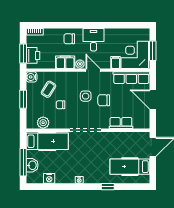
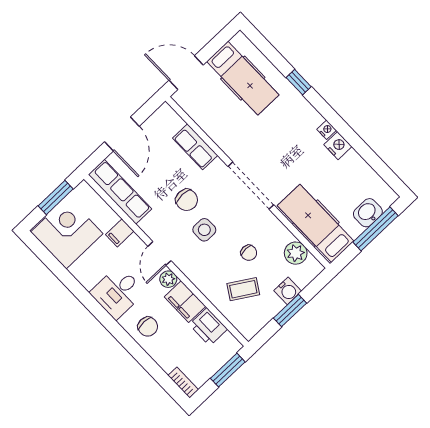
printer: (33, 55) -> (208, 327), moved, turned -90
corner desk: (135, 55) -> (67, 233), moved, turned 180
water cooler: (32, 77) -> (288, 291), moved
nightstand: (49, 178) -> (338, 146), moved

